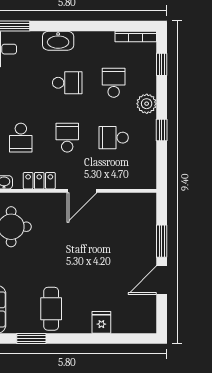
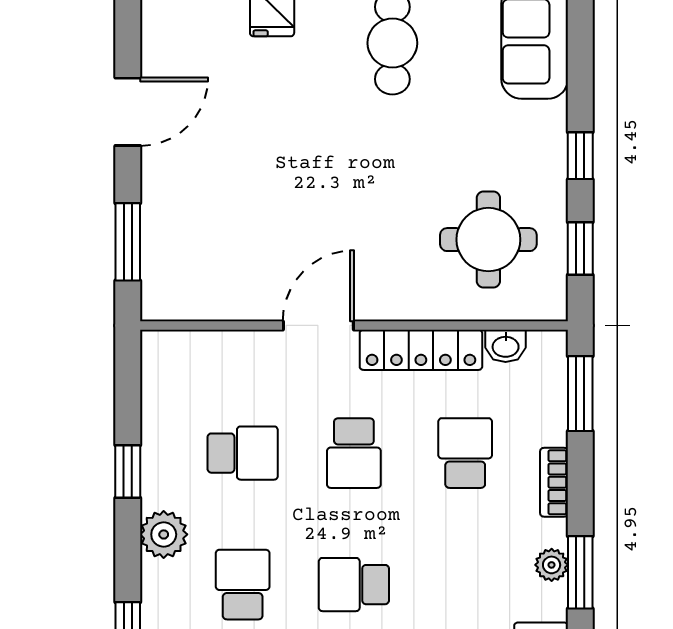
school desk: (114, 83) -> (243, 585), turned 180
locker: (39, 181) -> (421, 350), width x1.53
window: (162, 241) -> (128, 242), moved

